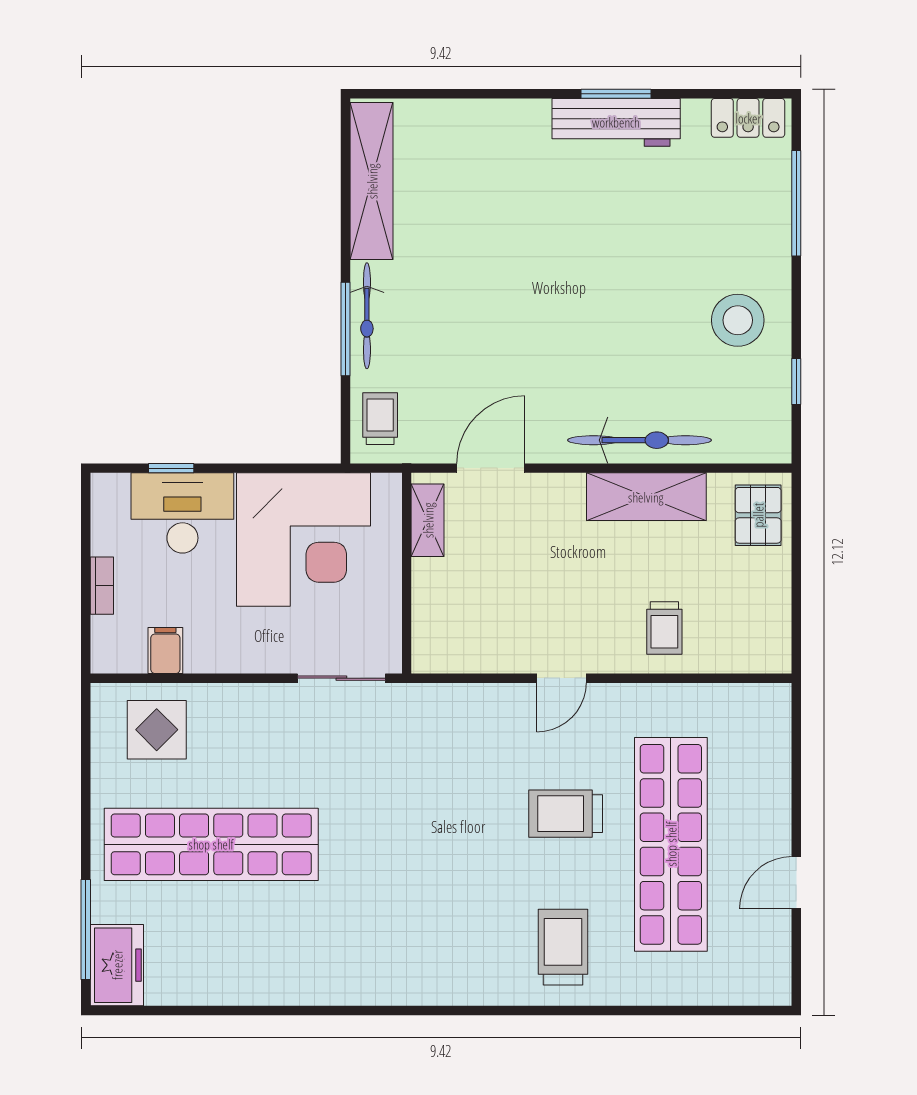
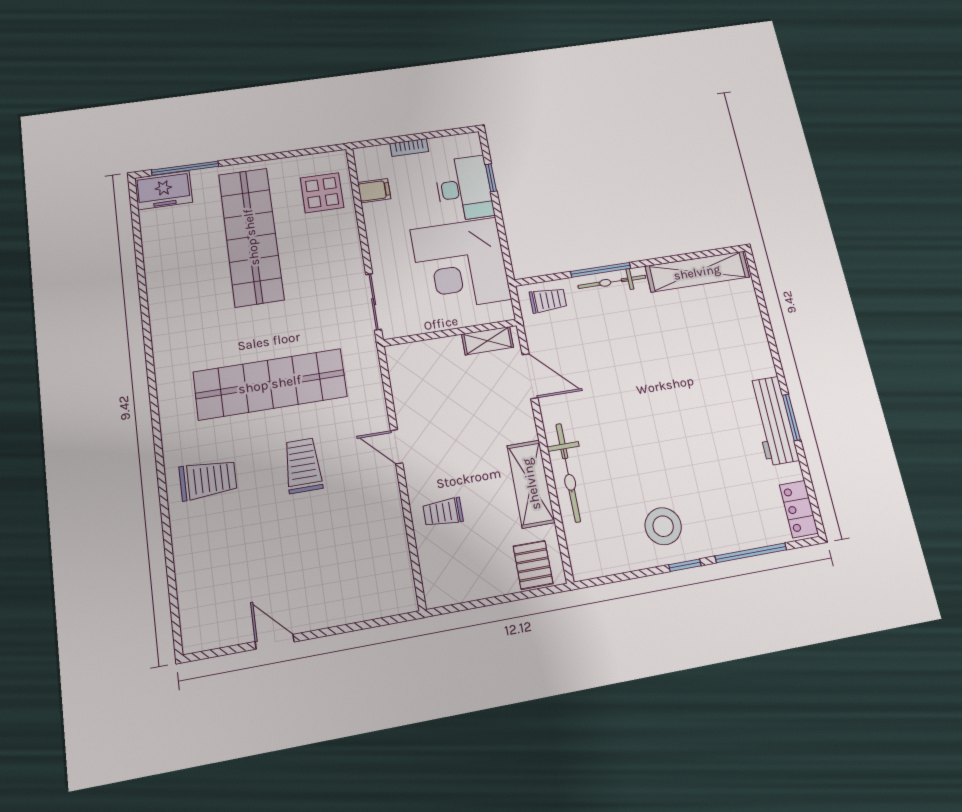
window: (796, 382) -> (685, 565), moved
pallet: (758, 515) -> (533, 565), turned 90
shop shelf: (671, 844) -> (270, 384), moved

